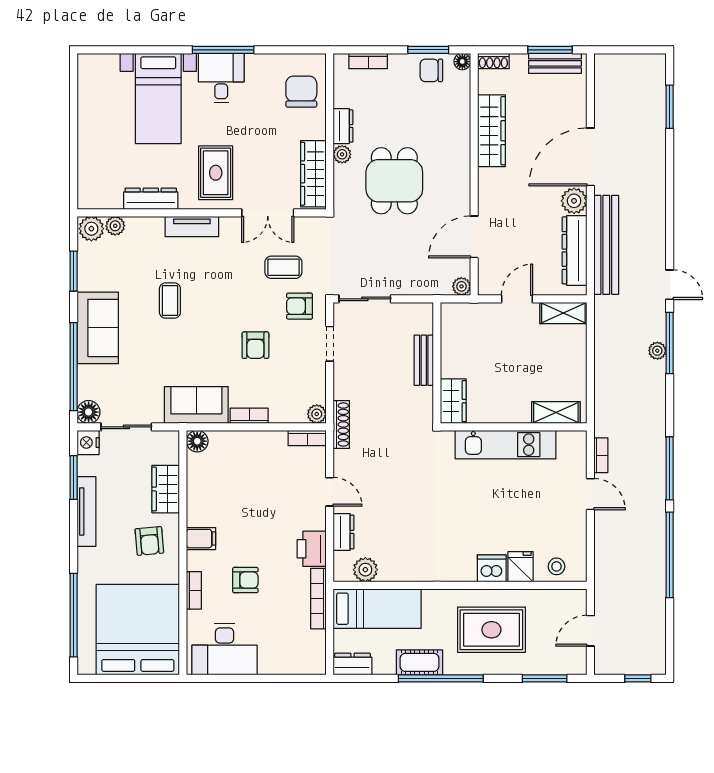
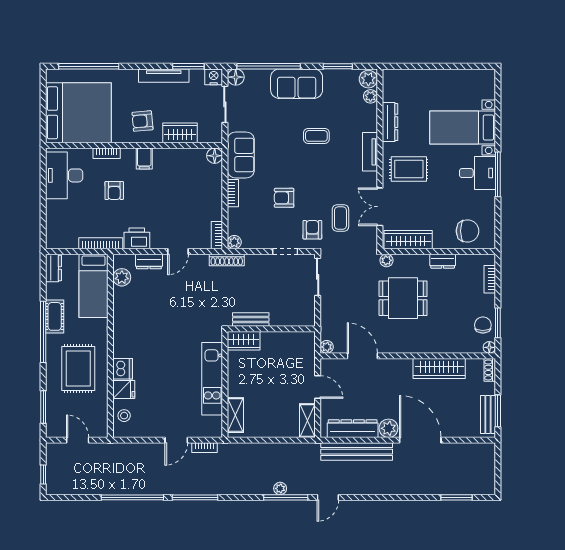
plant: (342, 154) -> (386, 260), moved
bench: (424, 360) -> (251, 320), moved

